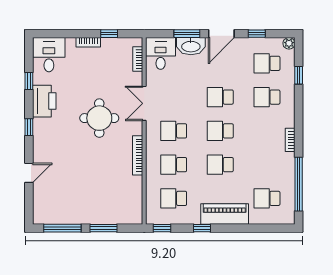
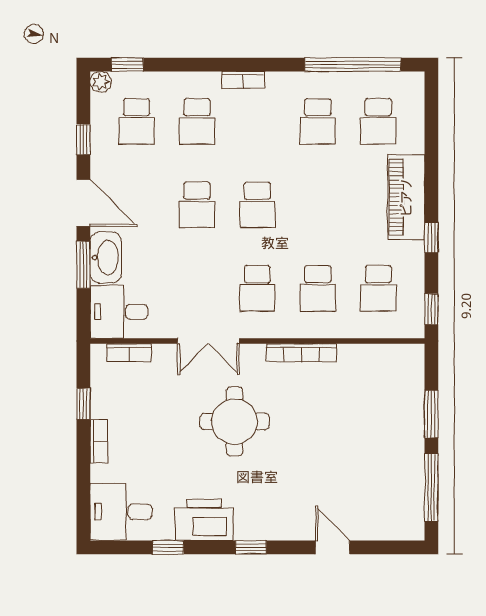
window: (299, 75) -> (127, 65), moved
bookcase: (290, 140) -> (243, 80), moved
school desk: (220, 165) -> (318, 121), moved

